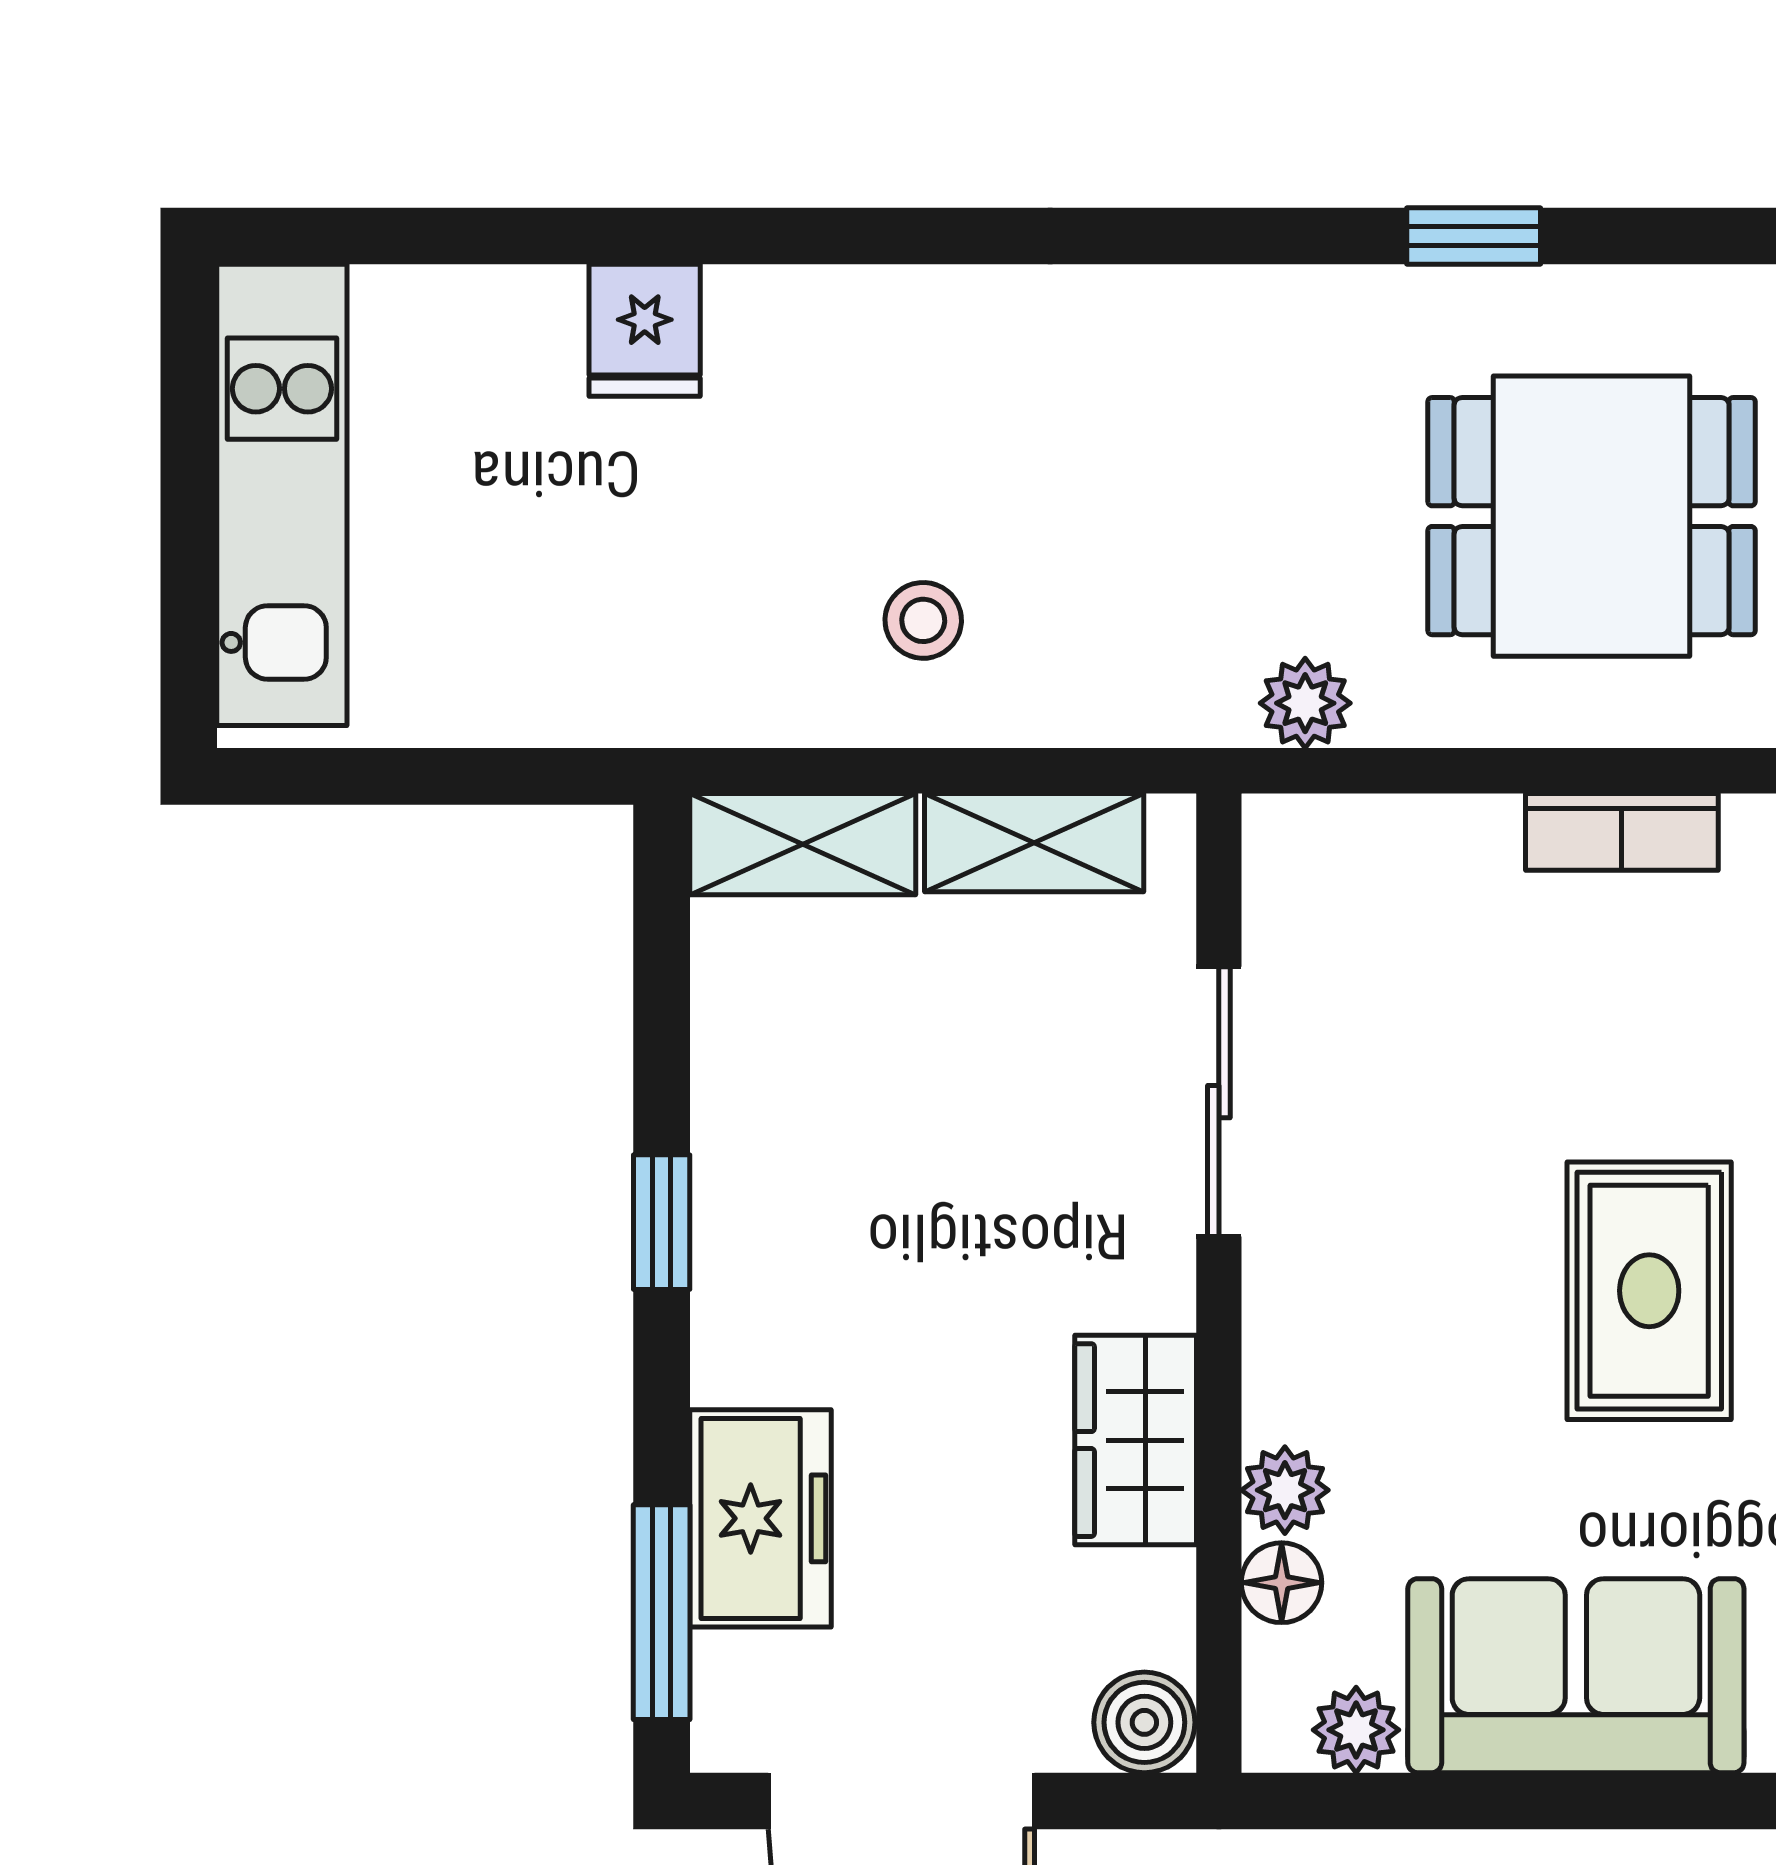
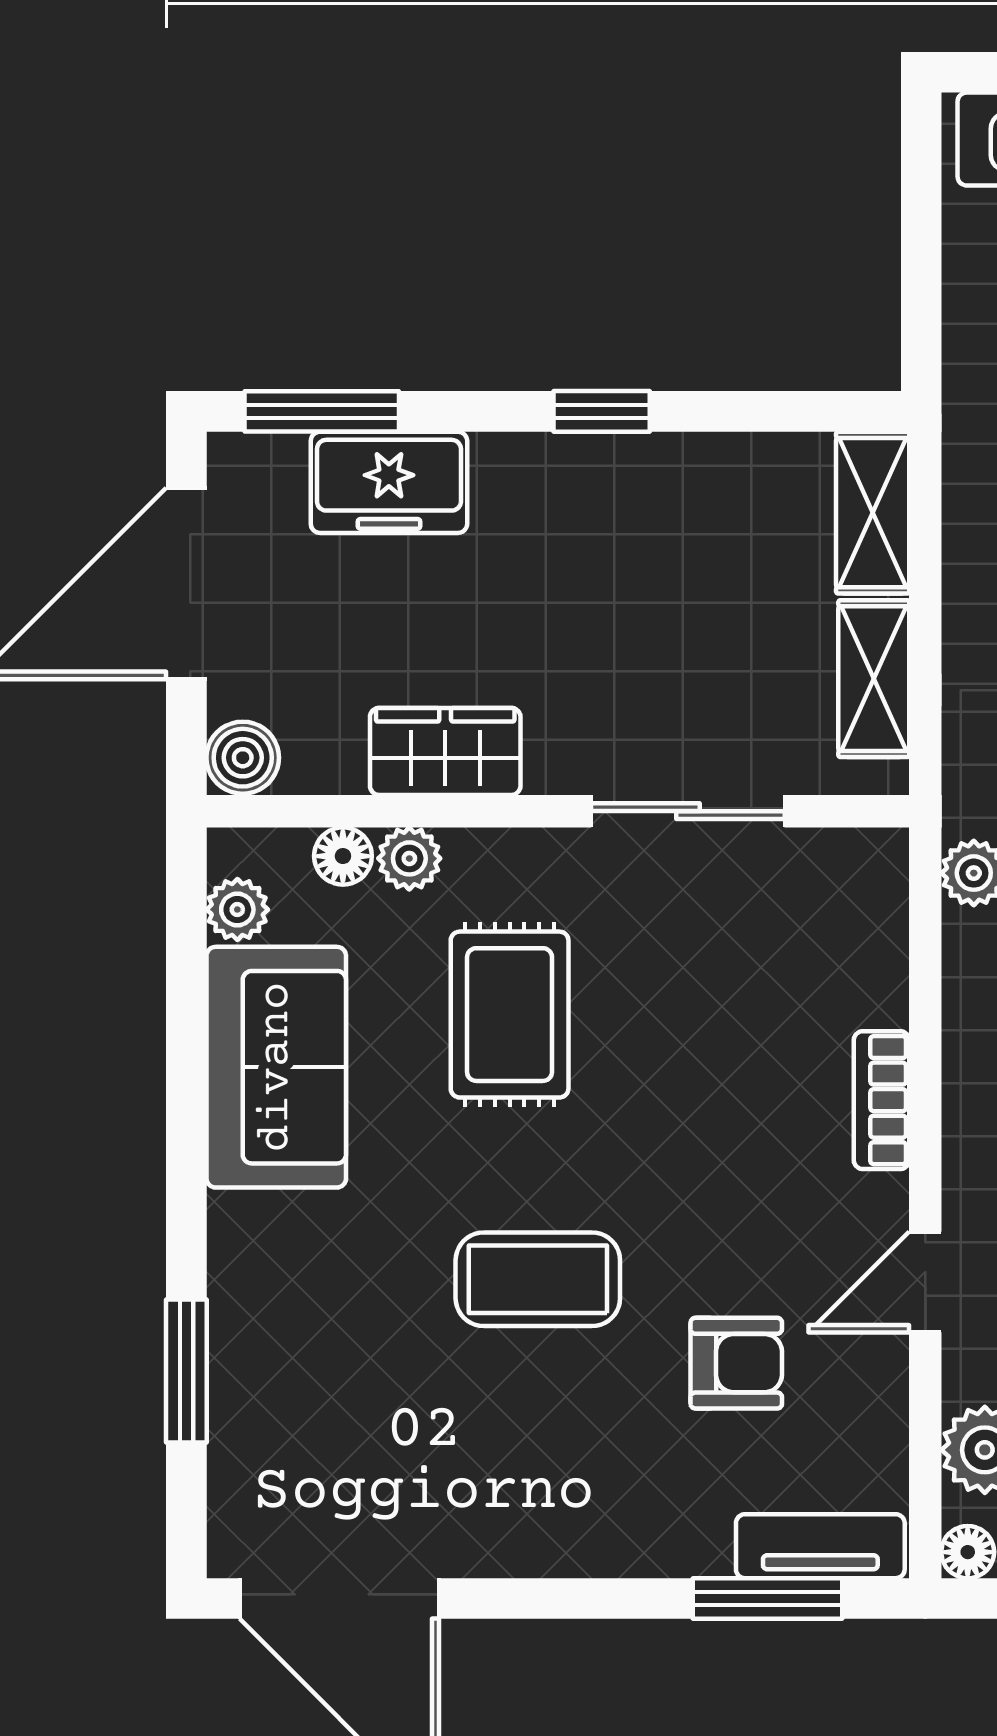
rug: (1649, 1291) -> (510, 1015), moved, turned 90

